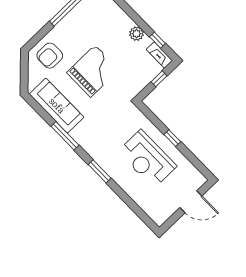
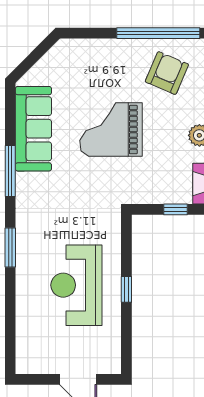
armchair: (50, 56) -> (167, 73), moved, turned 113
grand piano: (93, 71) -> (111, 130), turned 180

